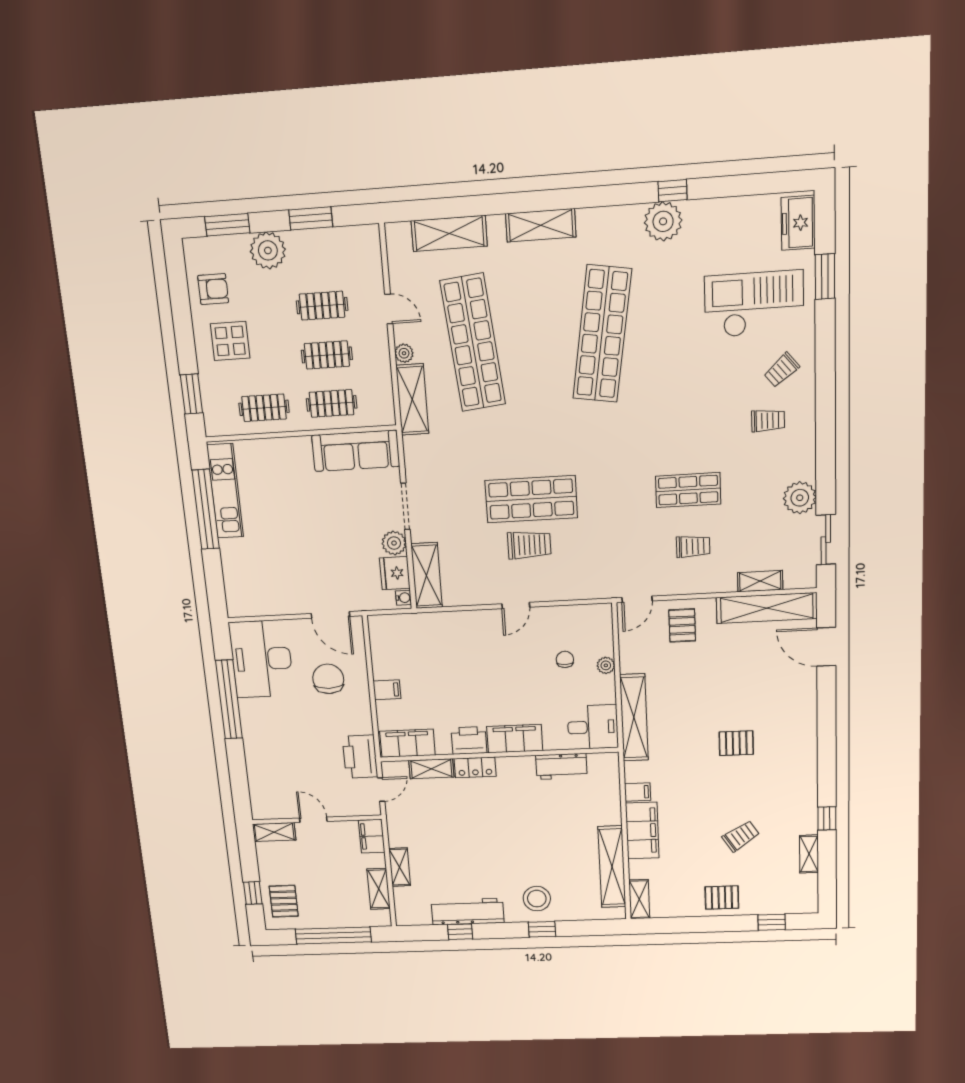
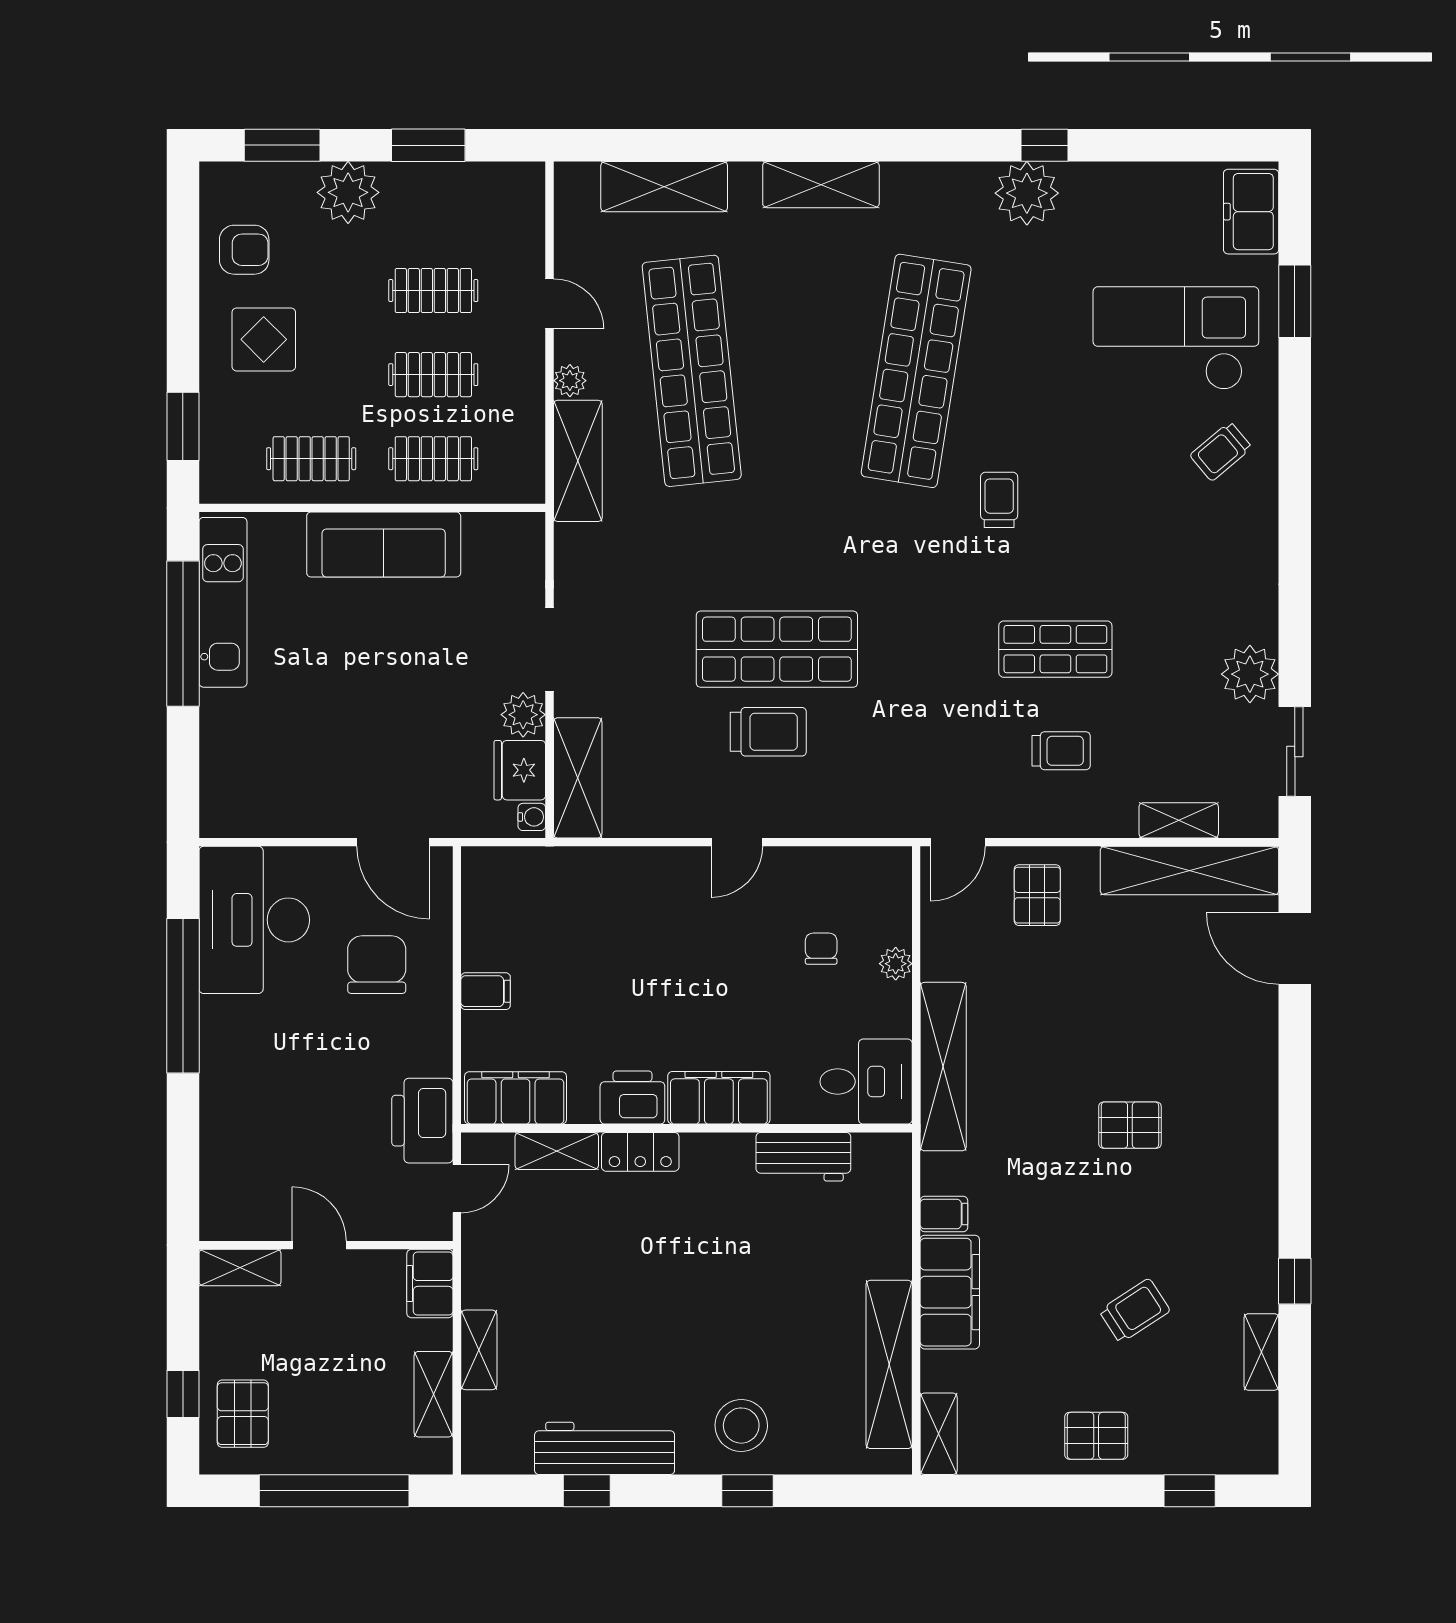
trolley: (768, 421) -> (999, 500), moved, turned -90
sofa: (356, 451) -> (384, 545), moved

